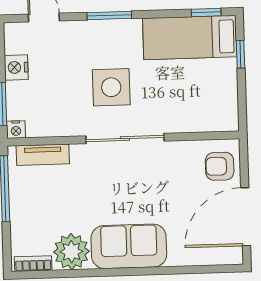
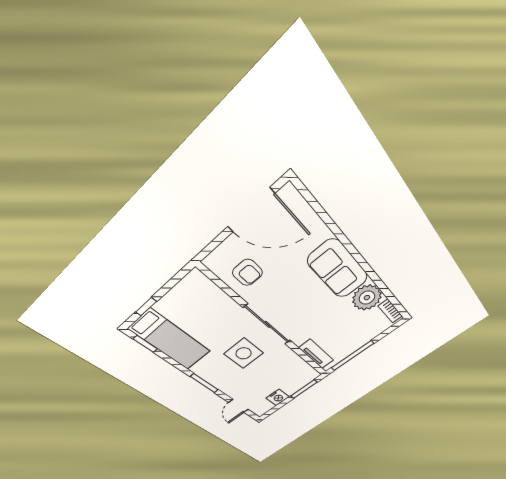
nightstand: (16, 130) -> (313, 375), removed
armchair: (220, 166) -> (247, 272), moved

